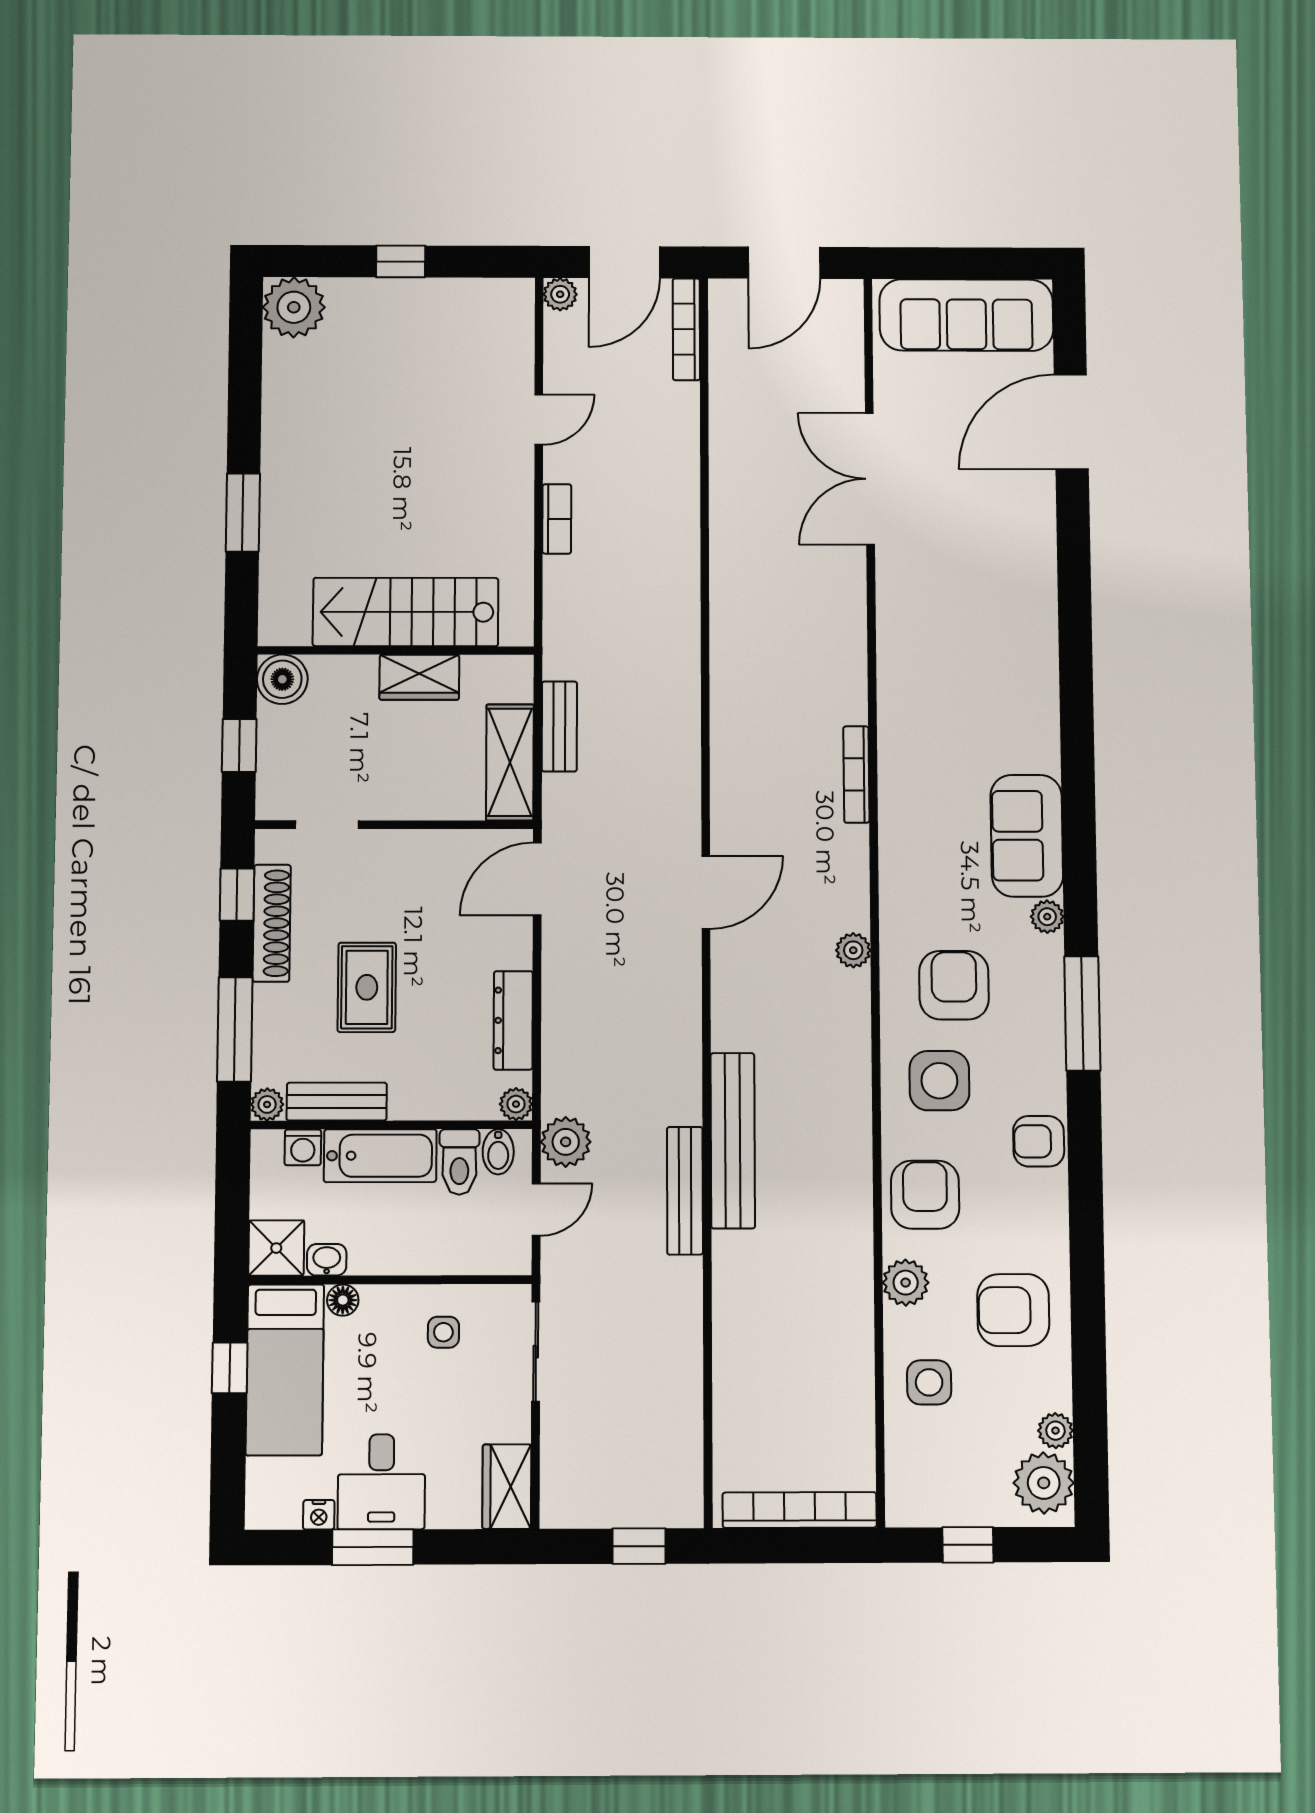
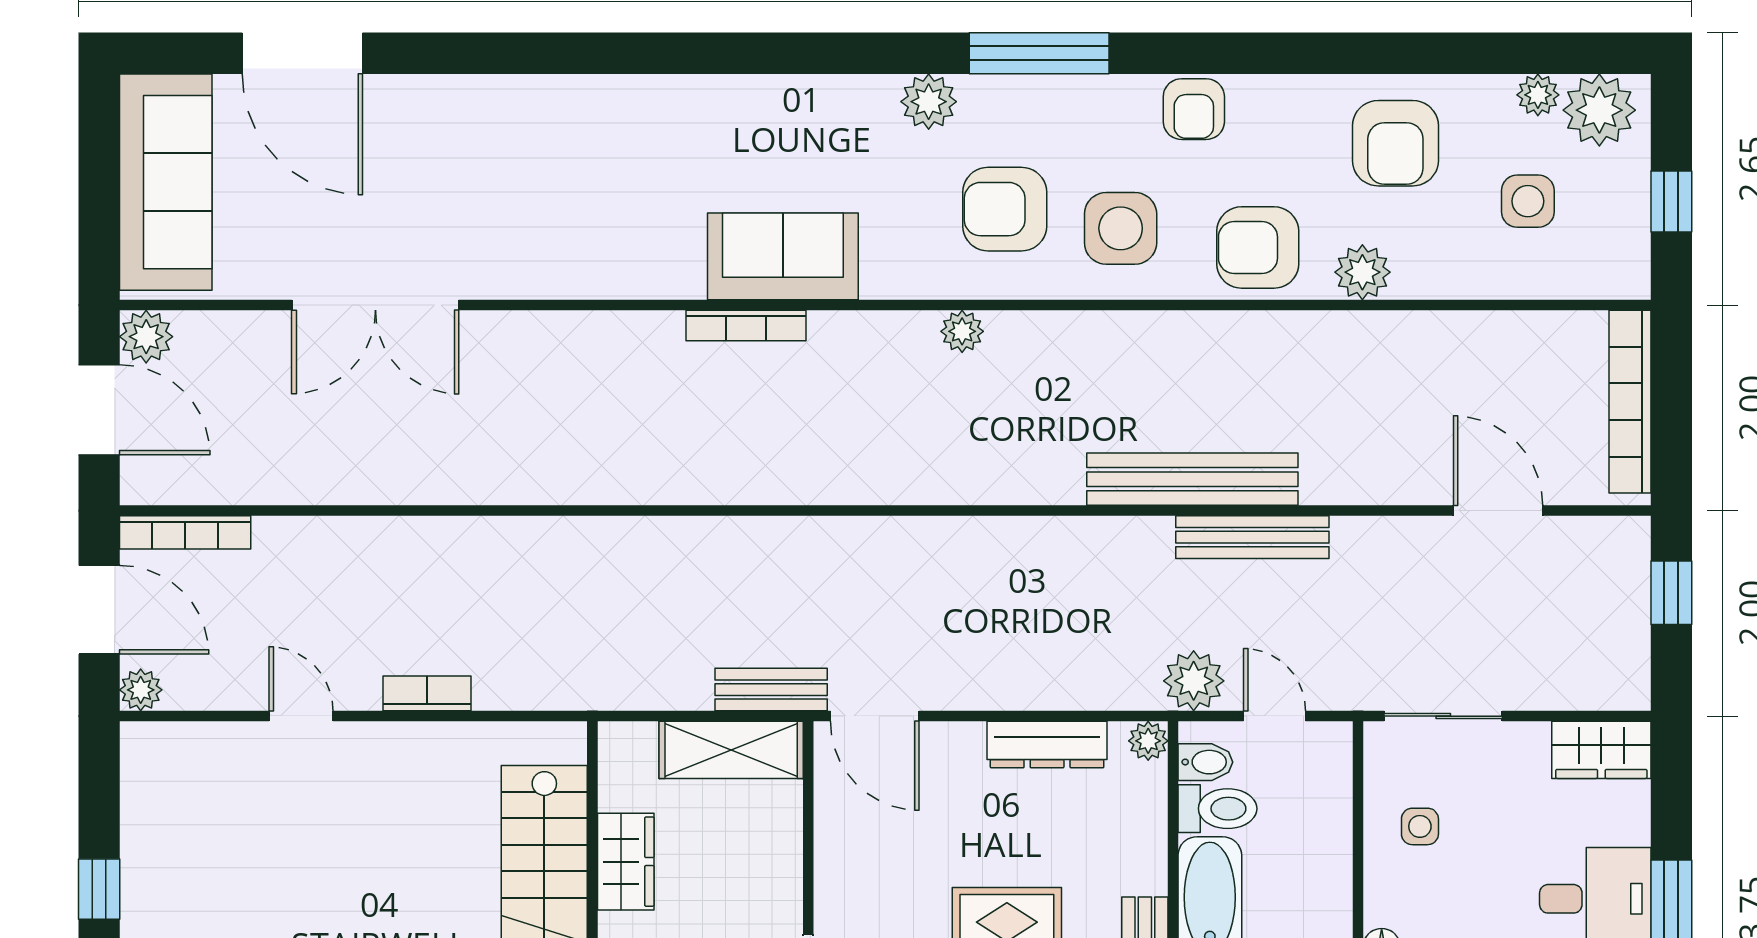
plant: (843, 299) -> (146, 337), added
bench: (559, 726) -> (771, 690), moved
sofa: (1027, 836) -> (783, 256), moved, turned 180
door: (706, 892) -> (1498, 511), moved
plant: (1047, 917) -> (929, 102), width x1.38, depth x1.38
side table: (929, 1382) -> (1528, 201), moved

